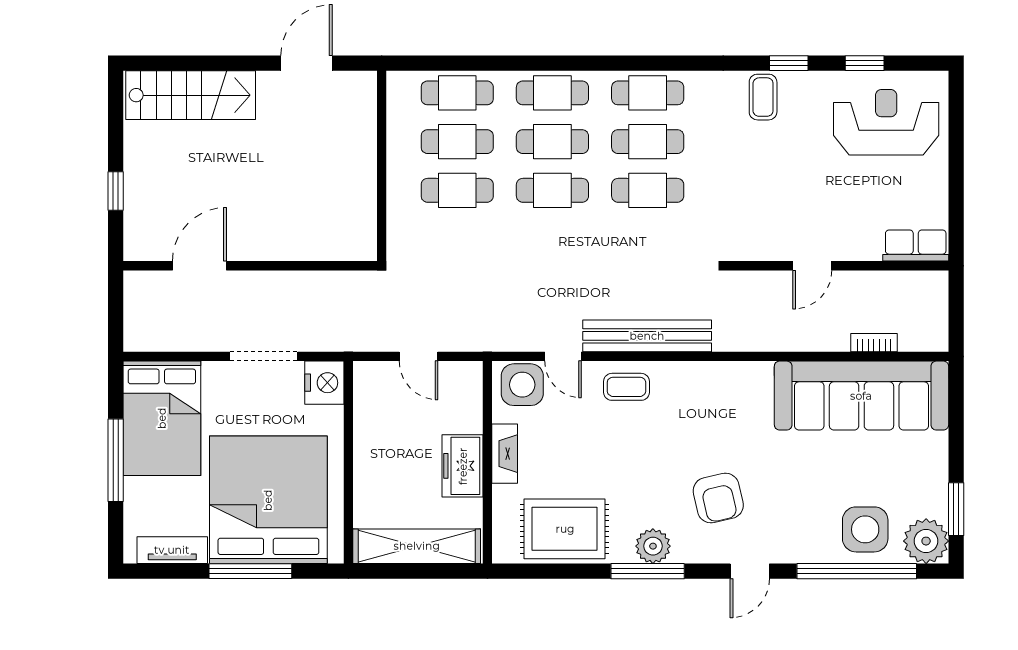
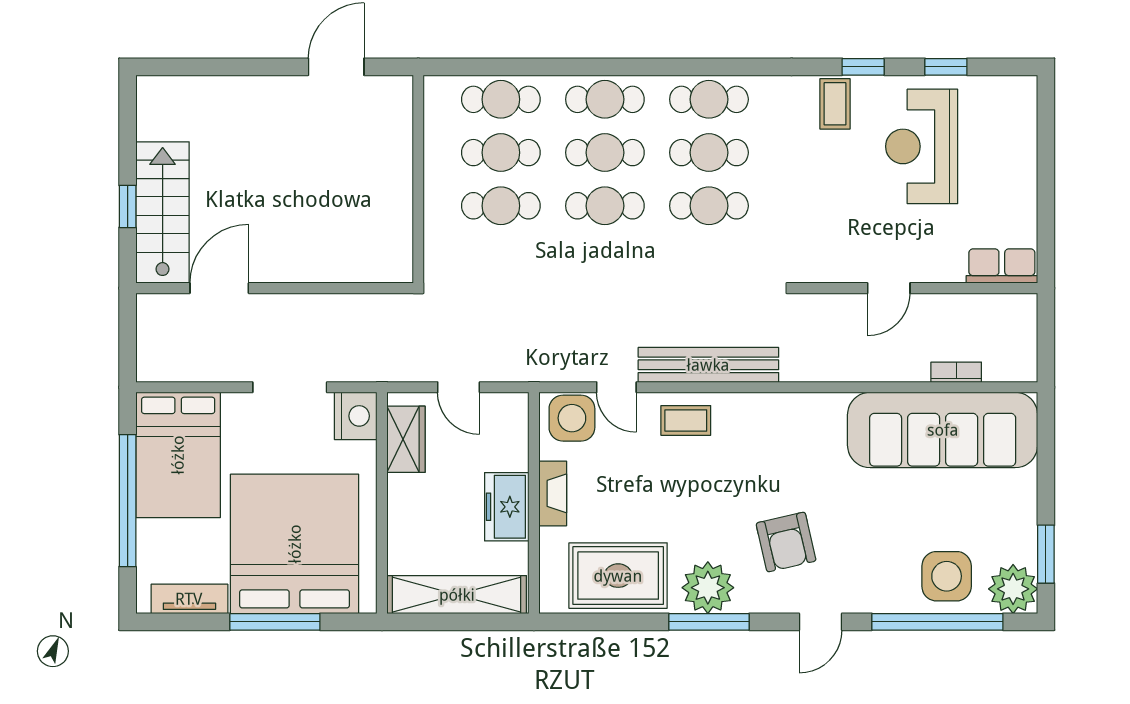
stairs: (191, 95) -> (163, 213), moved, turned -90
reception desk: (886, 122) -> (922, 146), moved, turned -90
wardrobe: (370, 404) -> (406, 439), added
window: (116, 460) -> (128, 501), width x1.46
plant: (653, 546) -> (708, 588), width x1.36, depth x1.36

